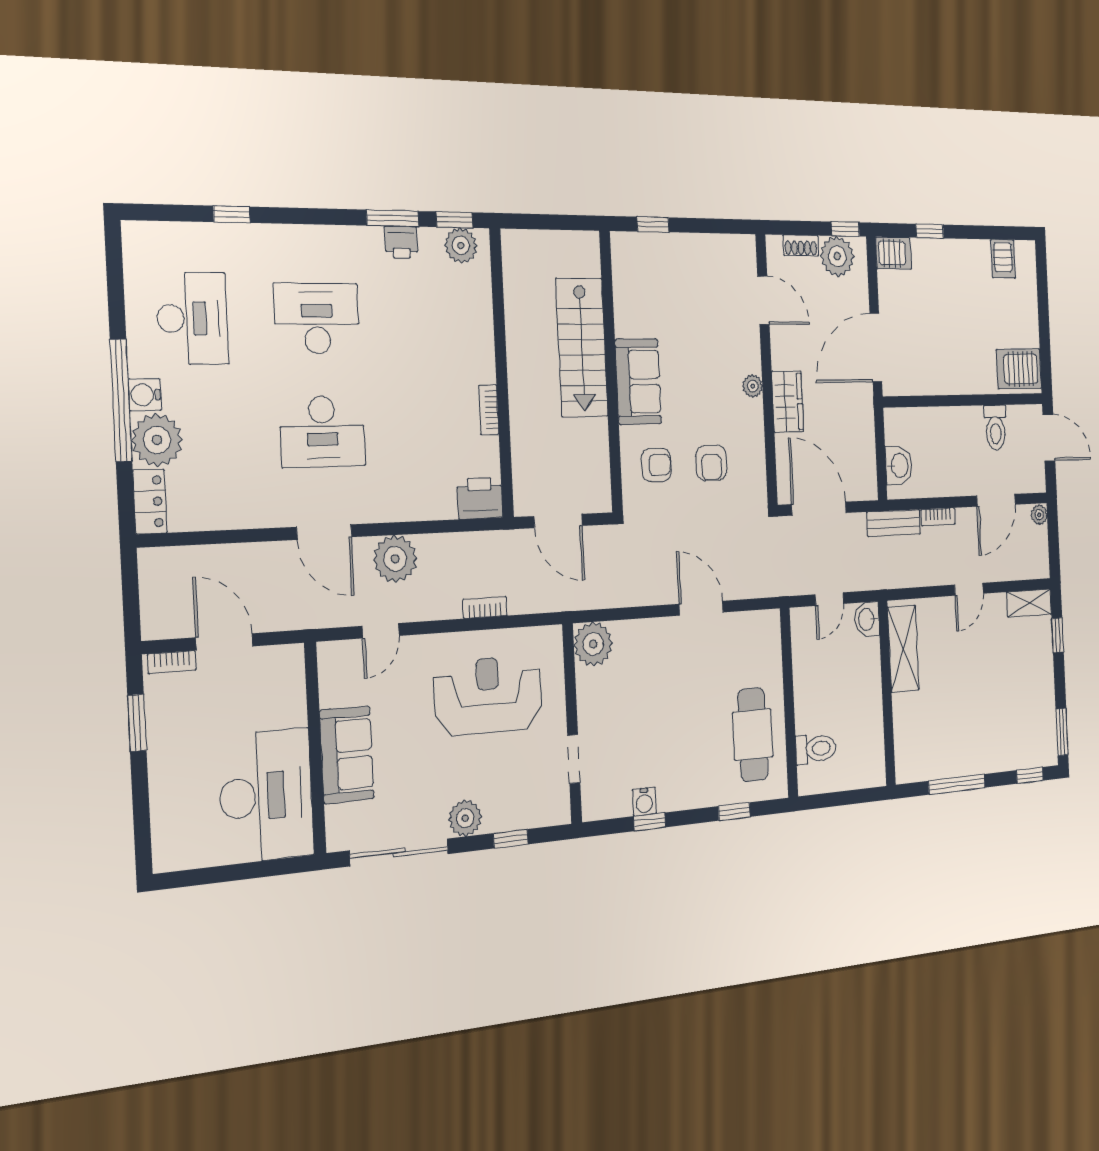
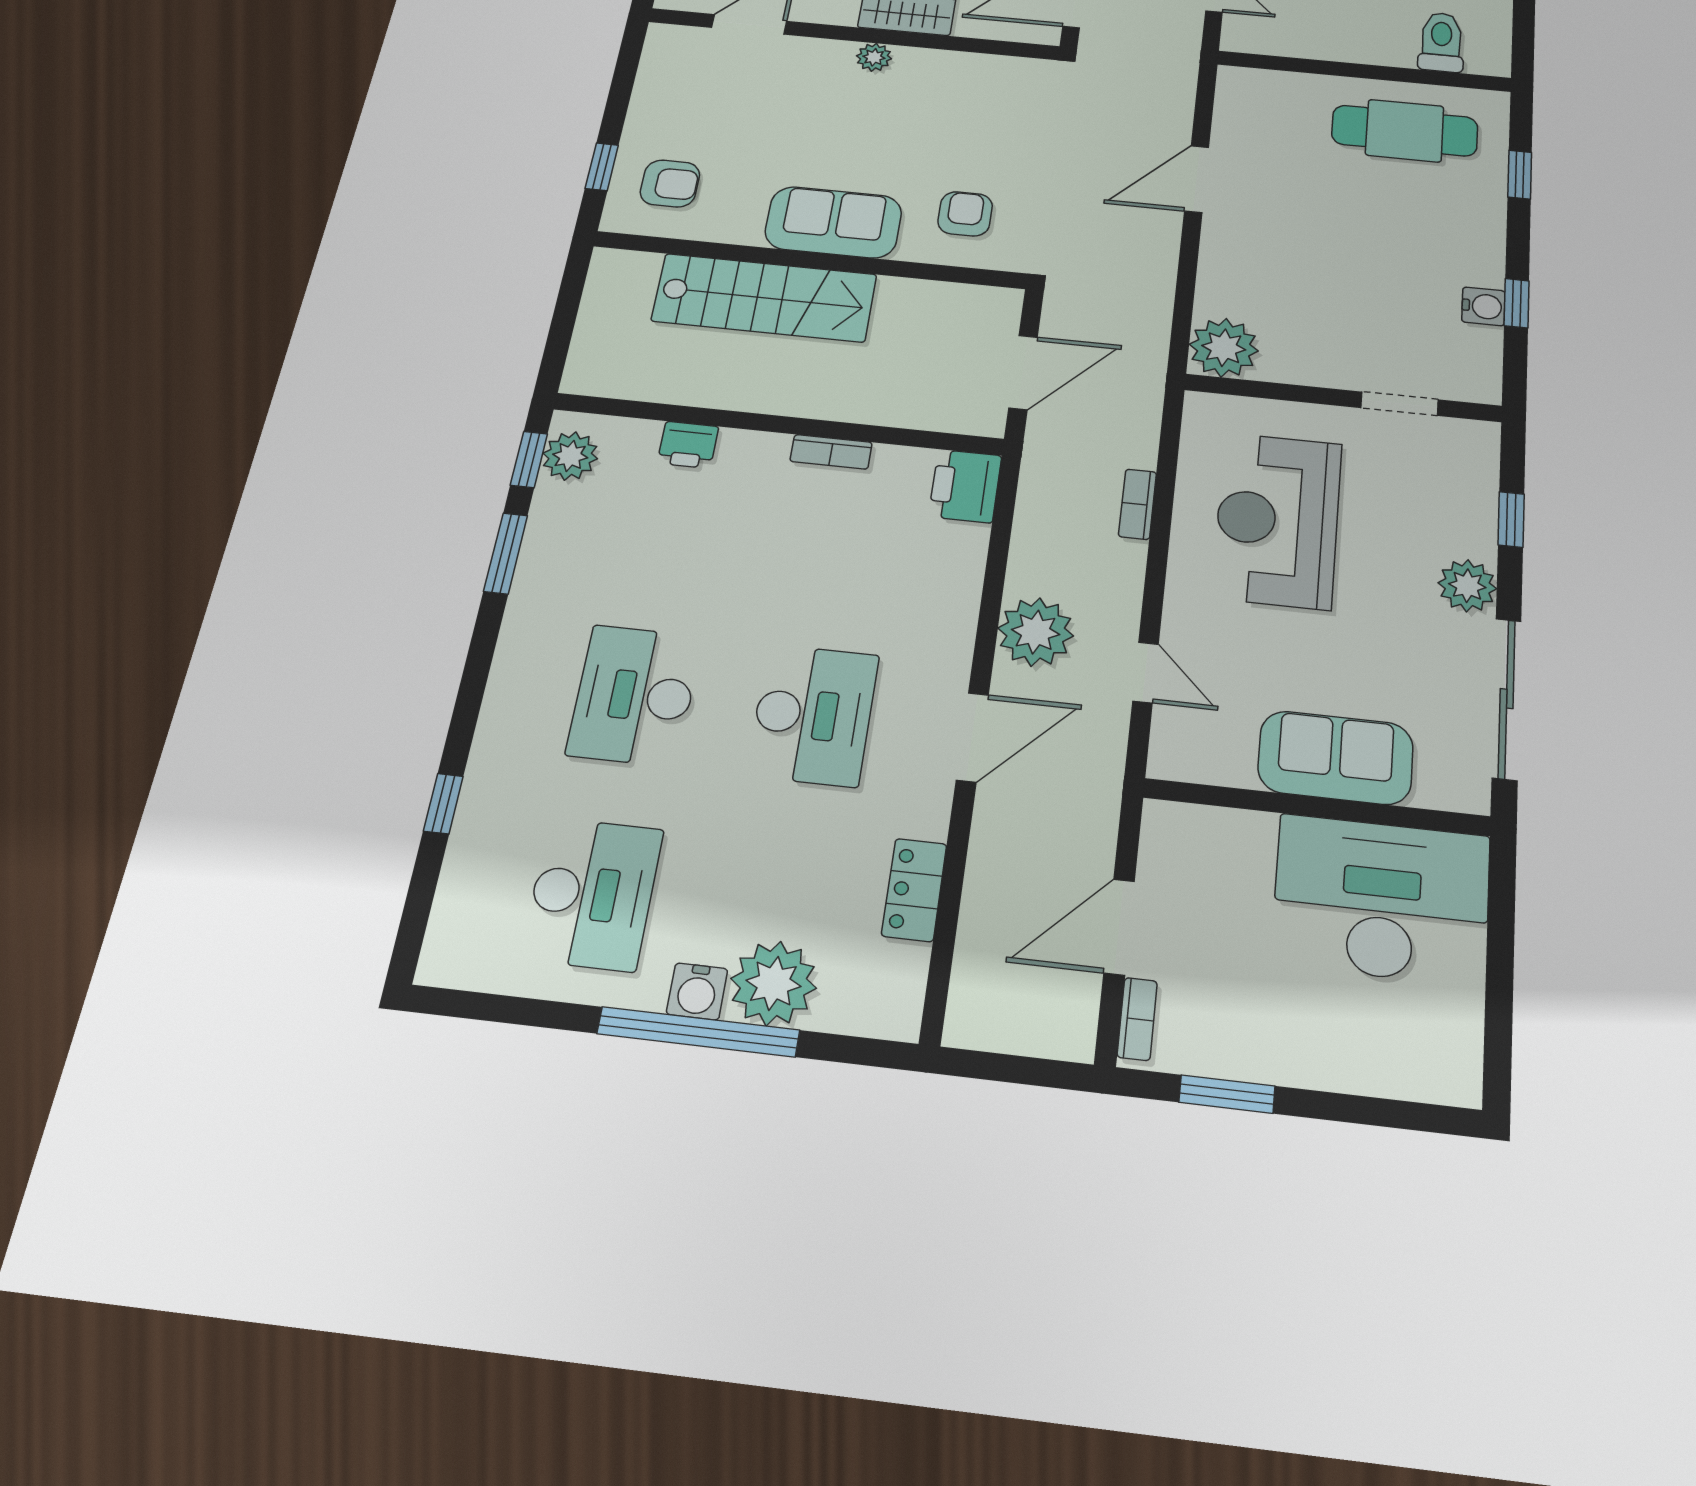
printer: (401, 242) -> (688, 445), moved, turned 90
desk: (192, 318) -> (592, 894), turned 90
armchair: (711, 463) -> (670, 184), moved
locker: (150, 502) -> (914, 890), moved, turned -90

